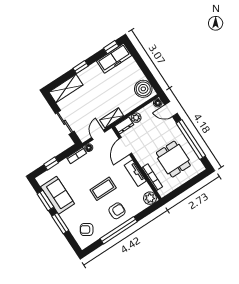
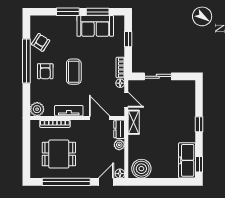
shelving: (66, 89) -> (188, 98), removed
armchair: (87, 230) -> (41, 42), moved

